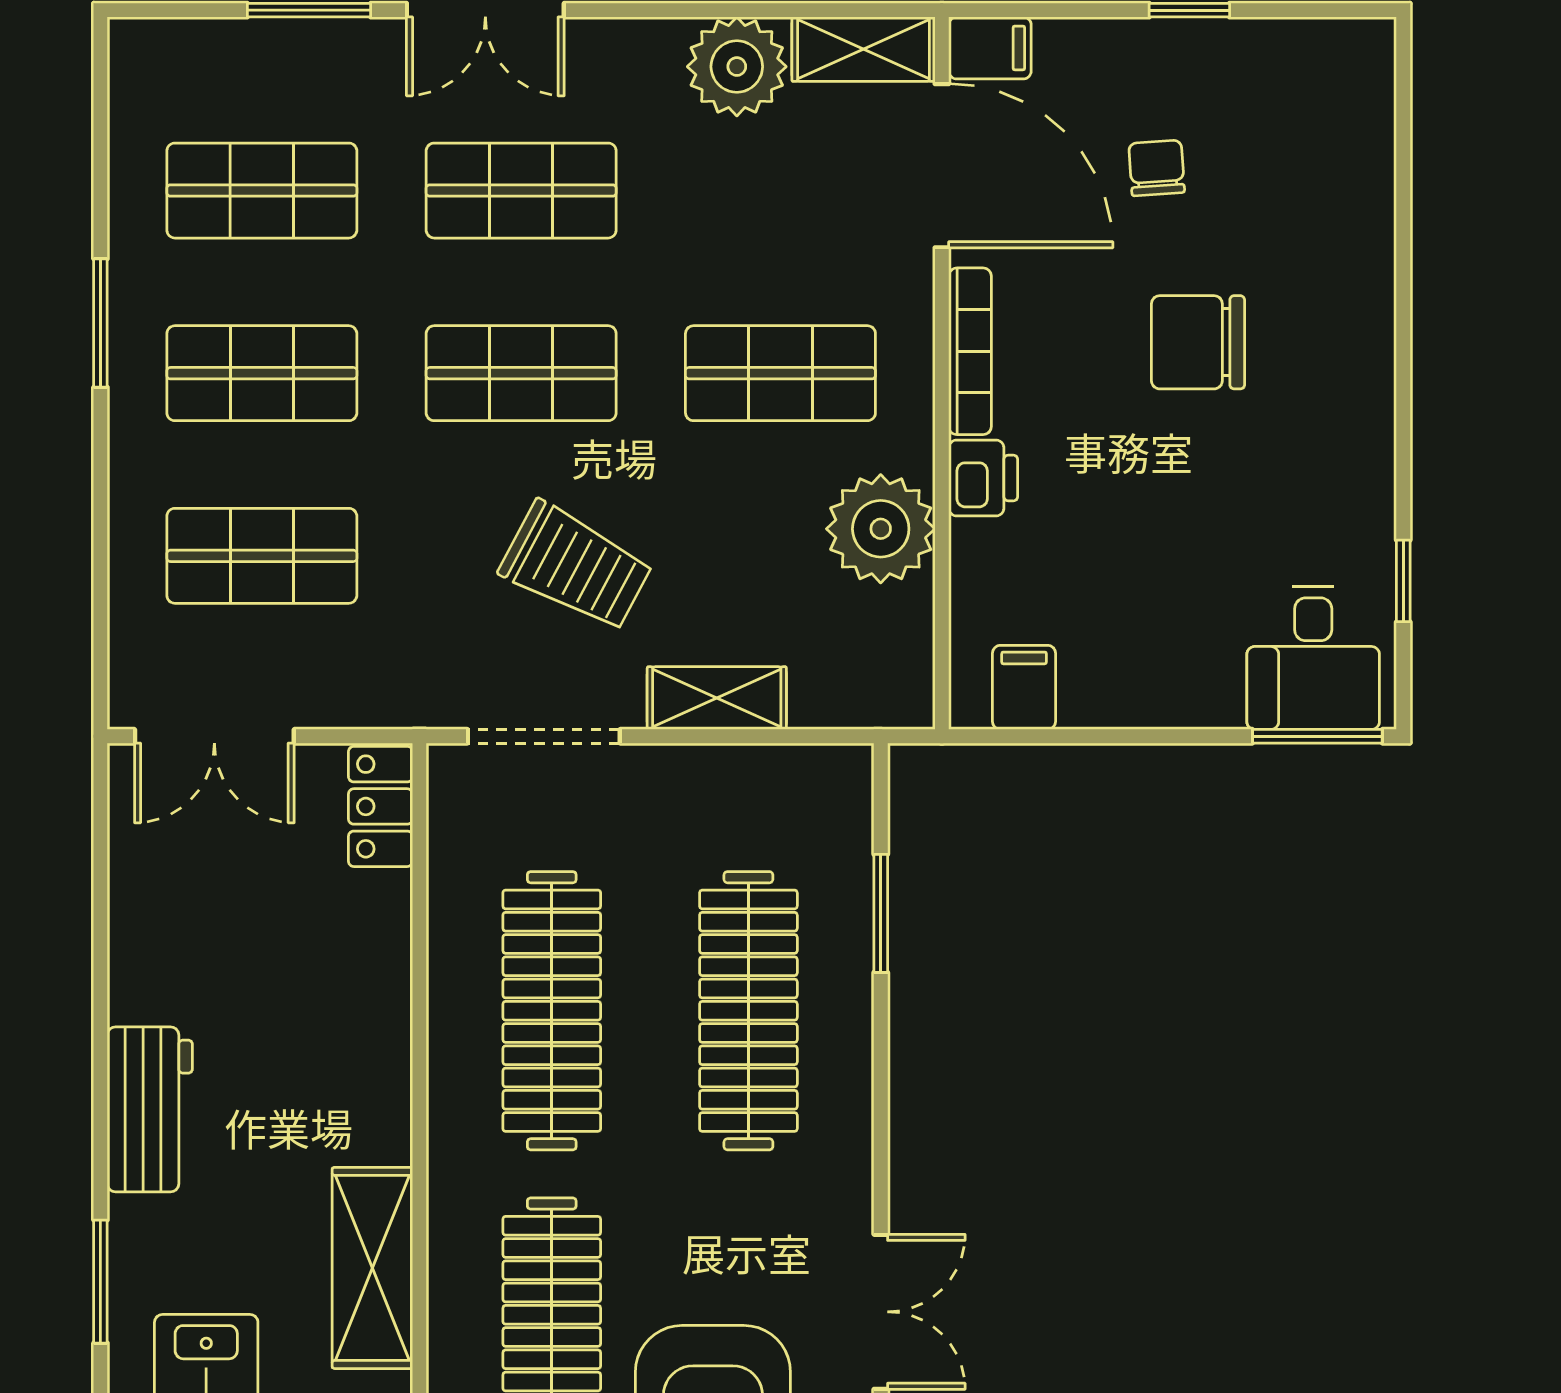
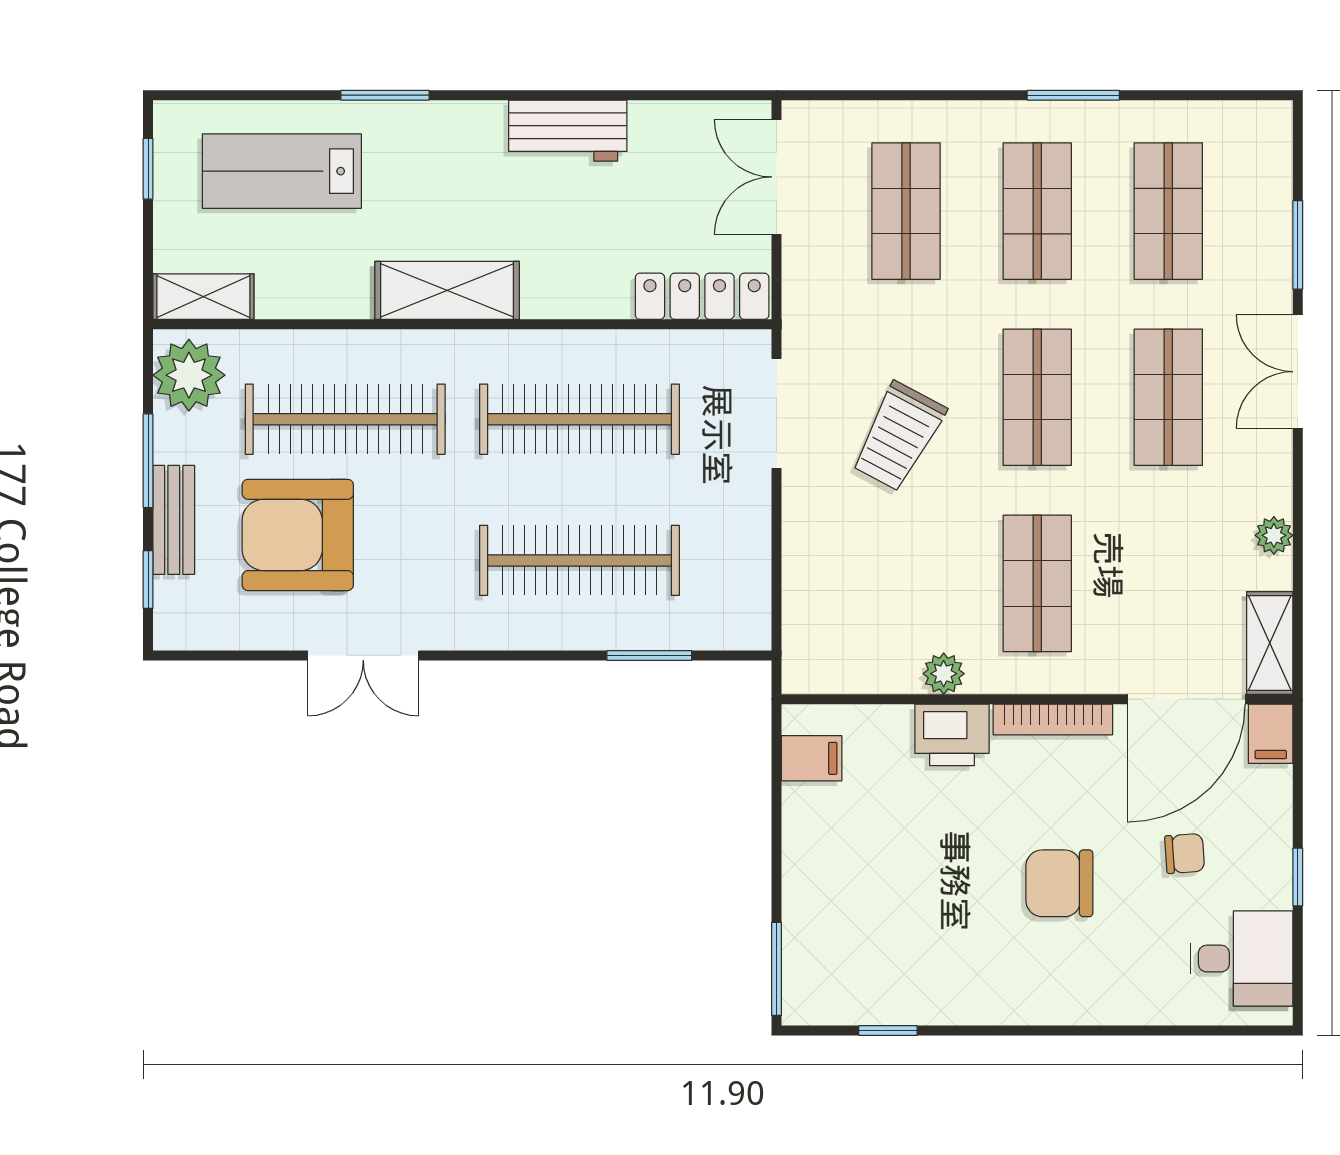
plant: (737, 67) -> (1274, 535), width x0.53, depth x0.53
chair: (1198, 342) -> (1059, 883), turned -90
printer: (983, 478) -> (952, 735), width x1.36, depth x1.24
plant: (881, 529) -> (944, 674), width x0.53, depth x0.53
desk: (1313, 658) -> (1242, 959), moved, turned 180
shelving: (717, 698) -> (804, 538), removed
locker: (381, 806) -> (702, 296), width x1.53
workbench: (150, 1109) -> (568, 131), moved
shelving: (372, 1268) -> (447, 290), moved

